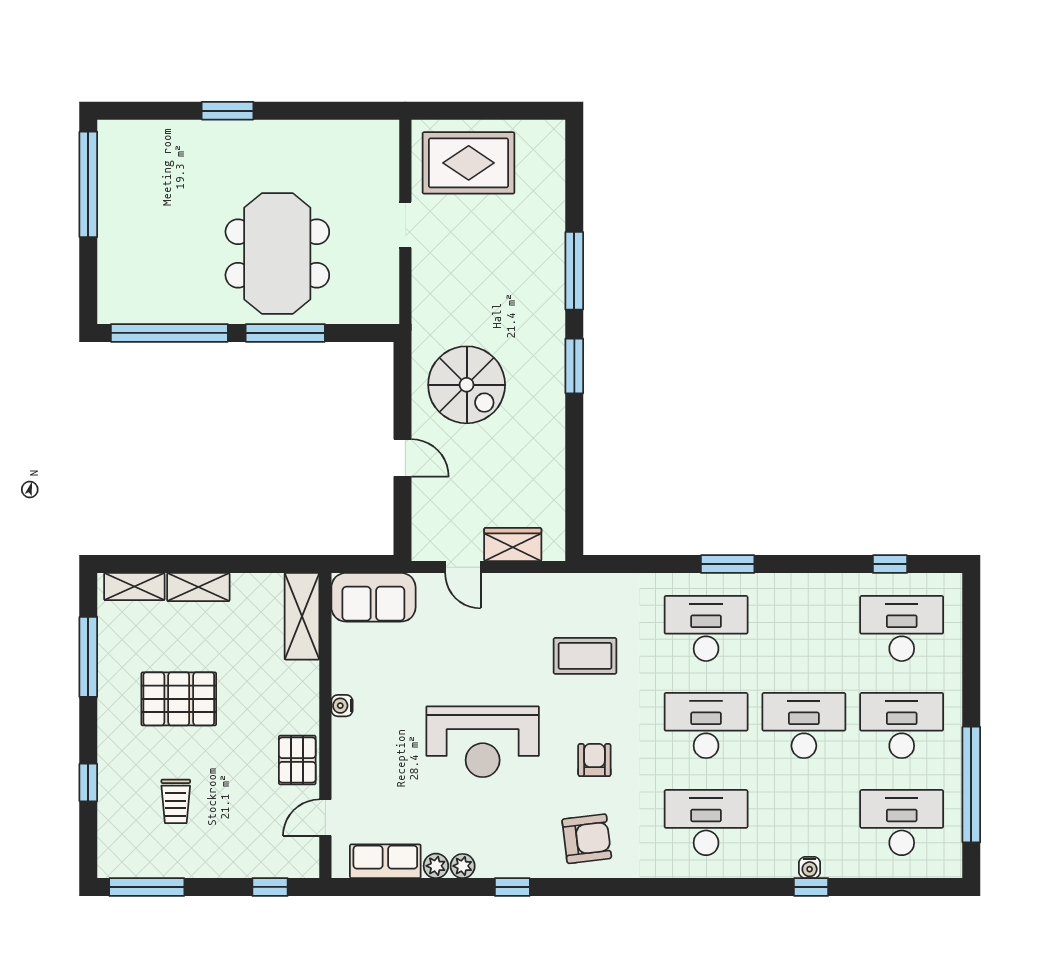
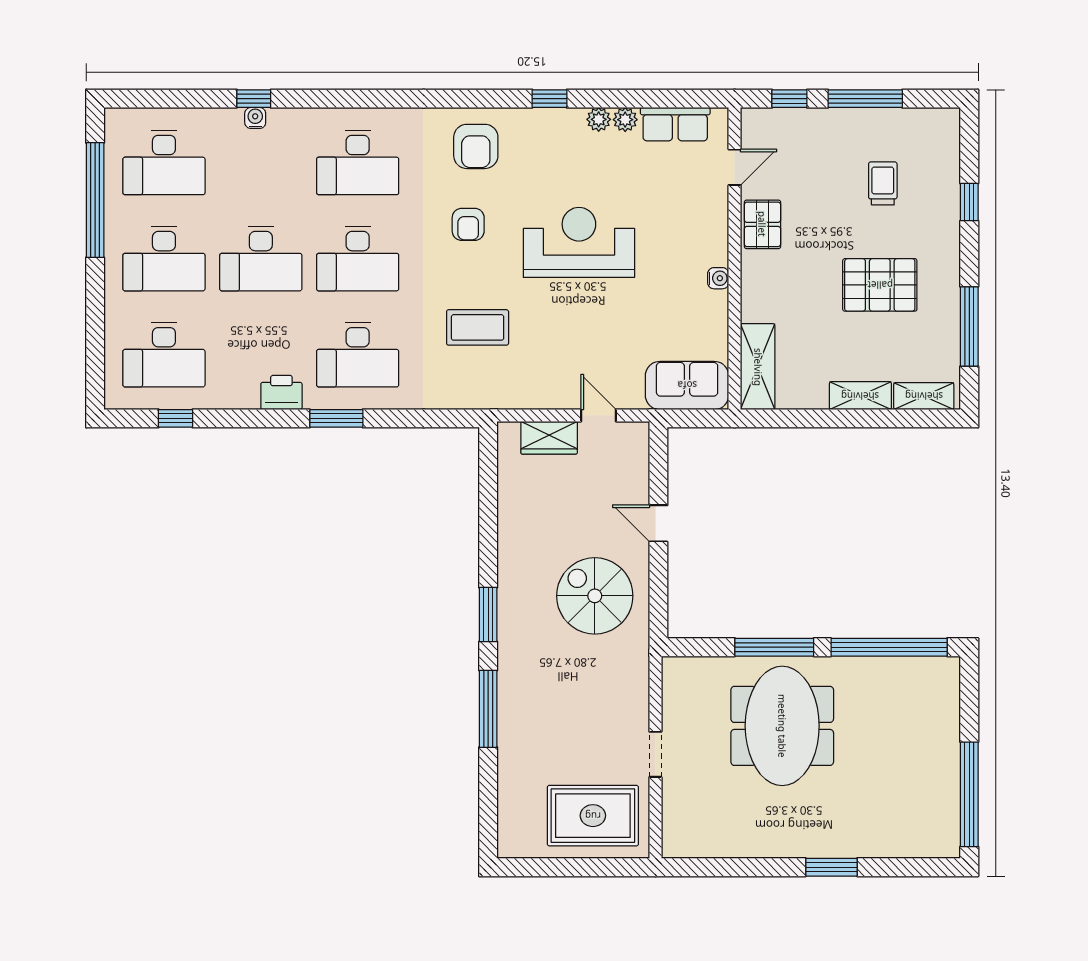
printer: (783, 590) -> (281, 393), added
armchair: (587, 839) -> (476, 146), turned -83
window: (147, 887) -> (865, 99), moved

